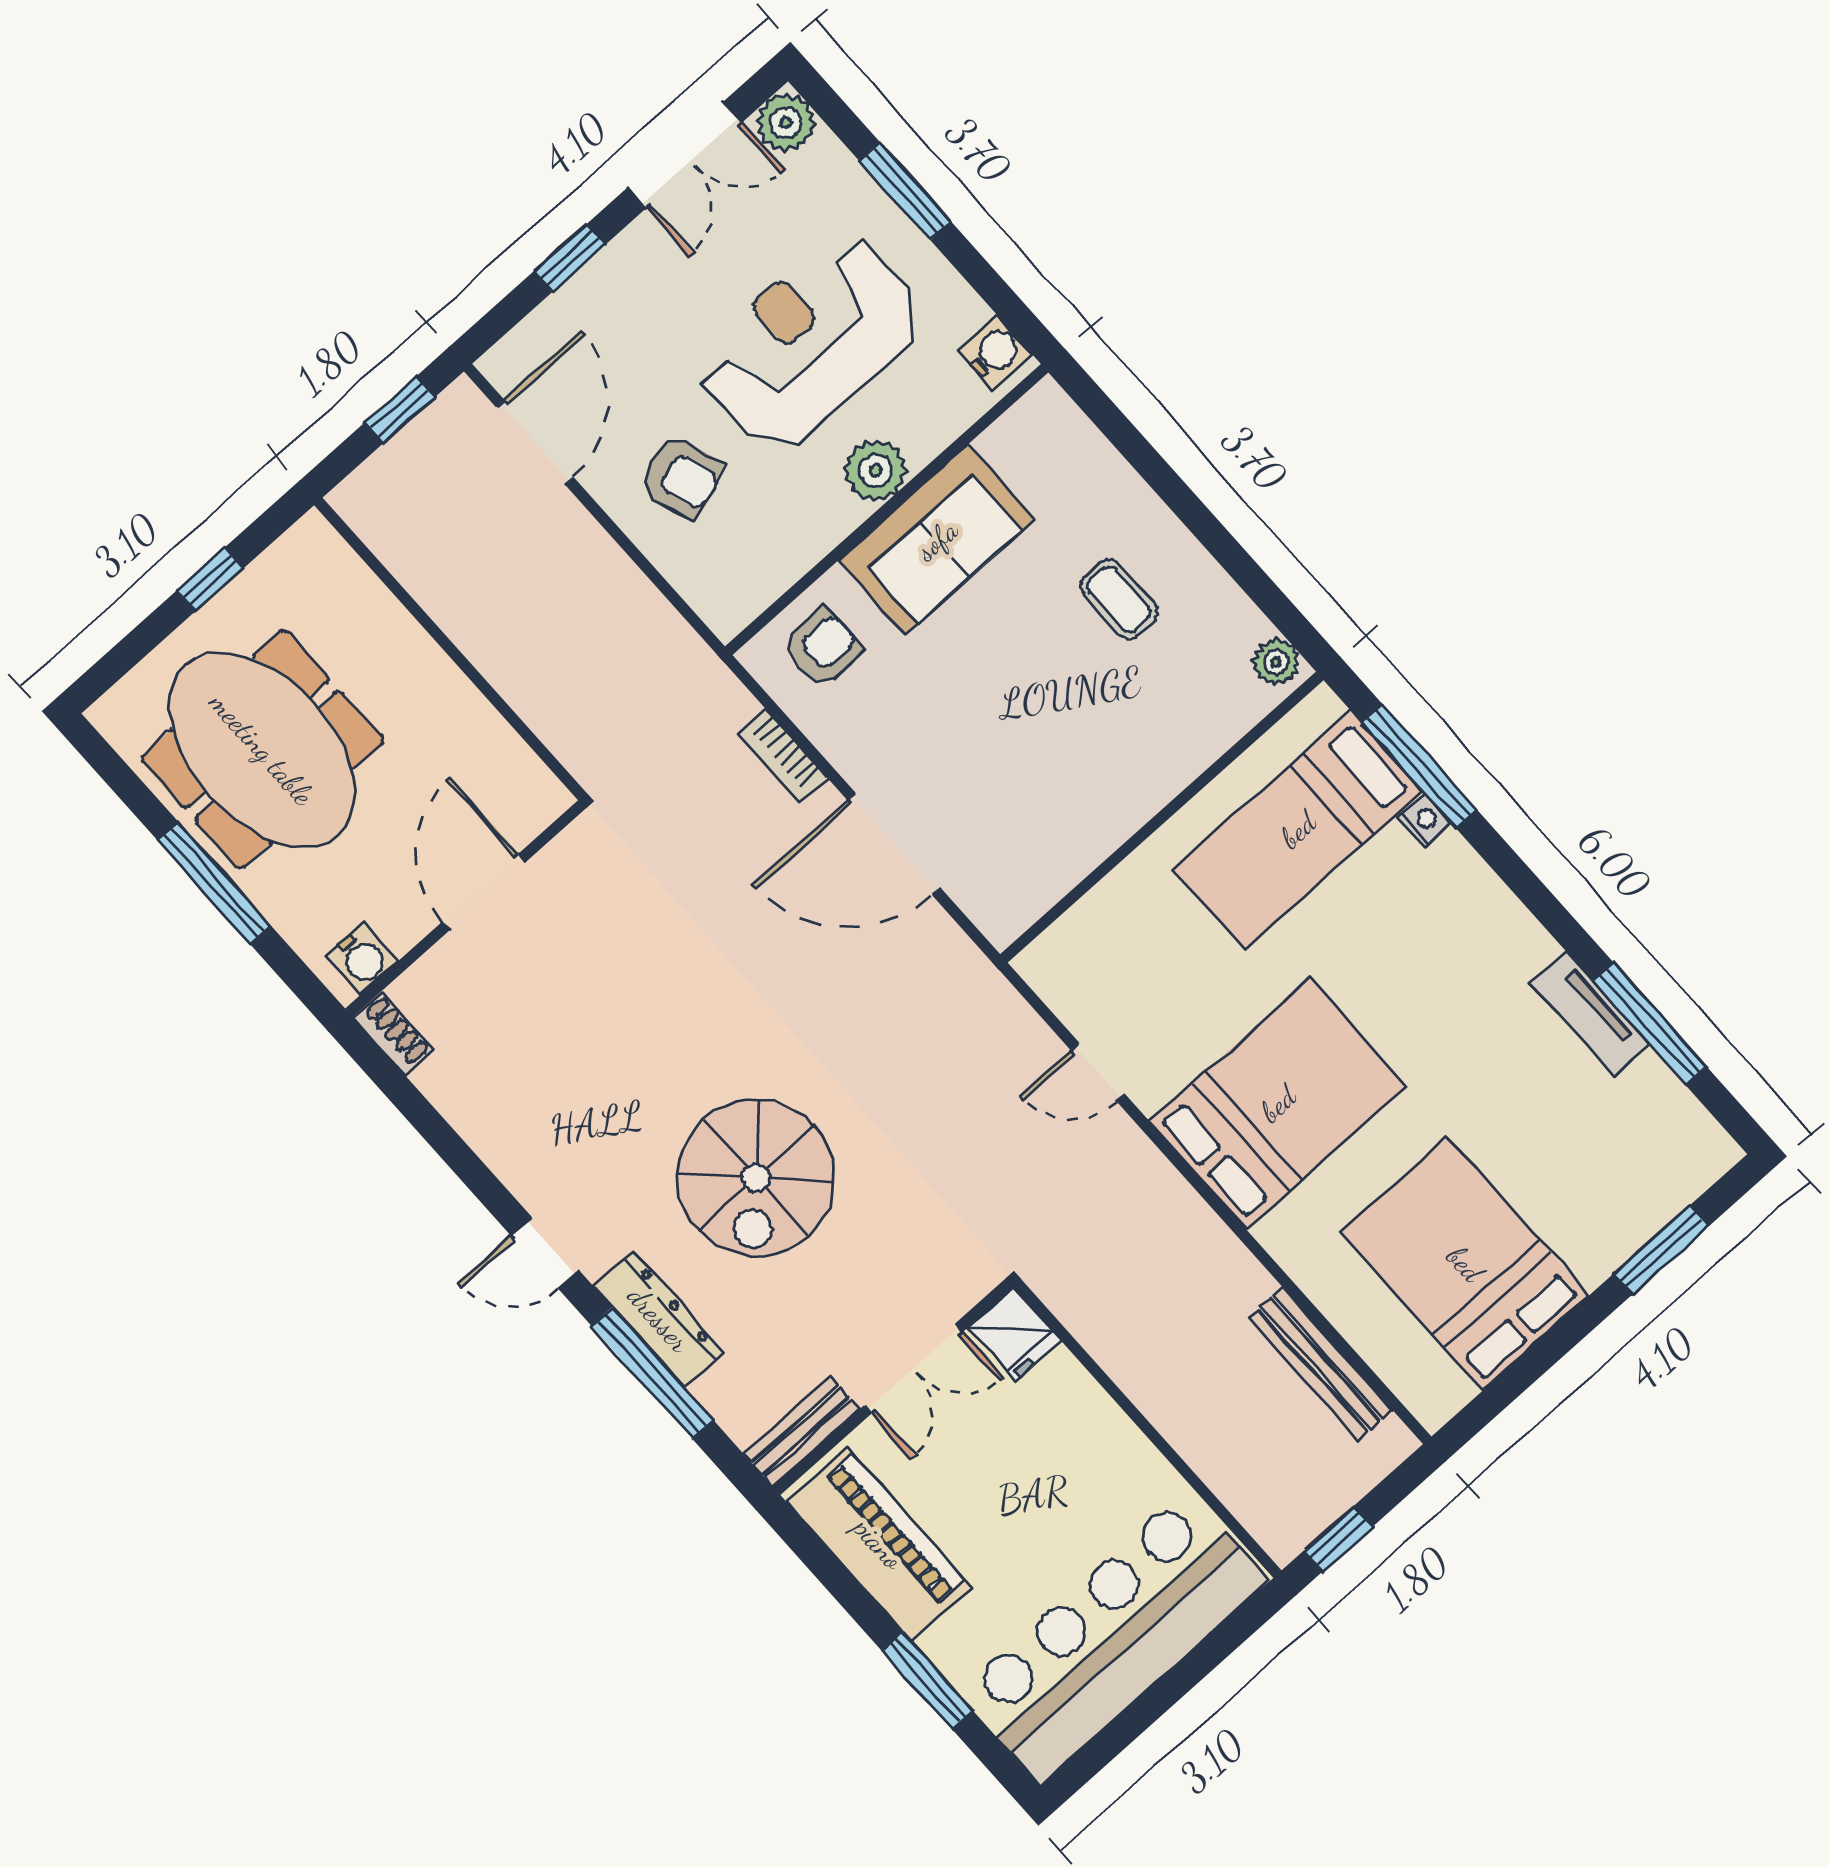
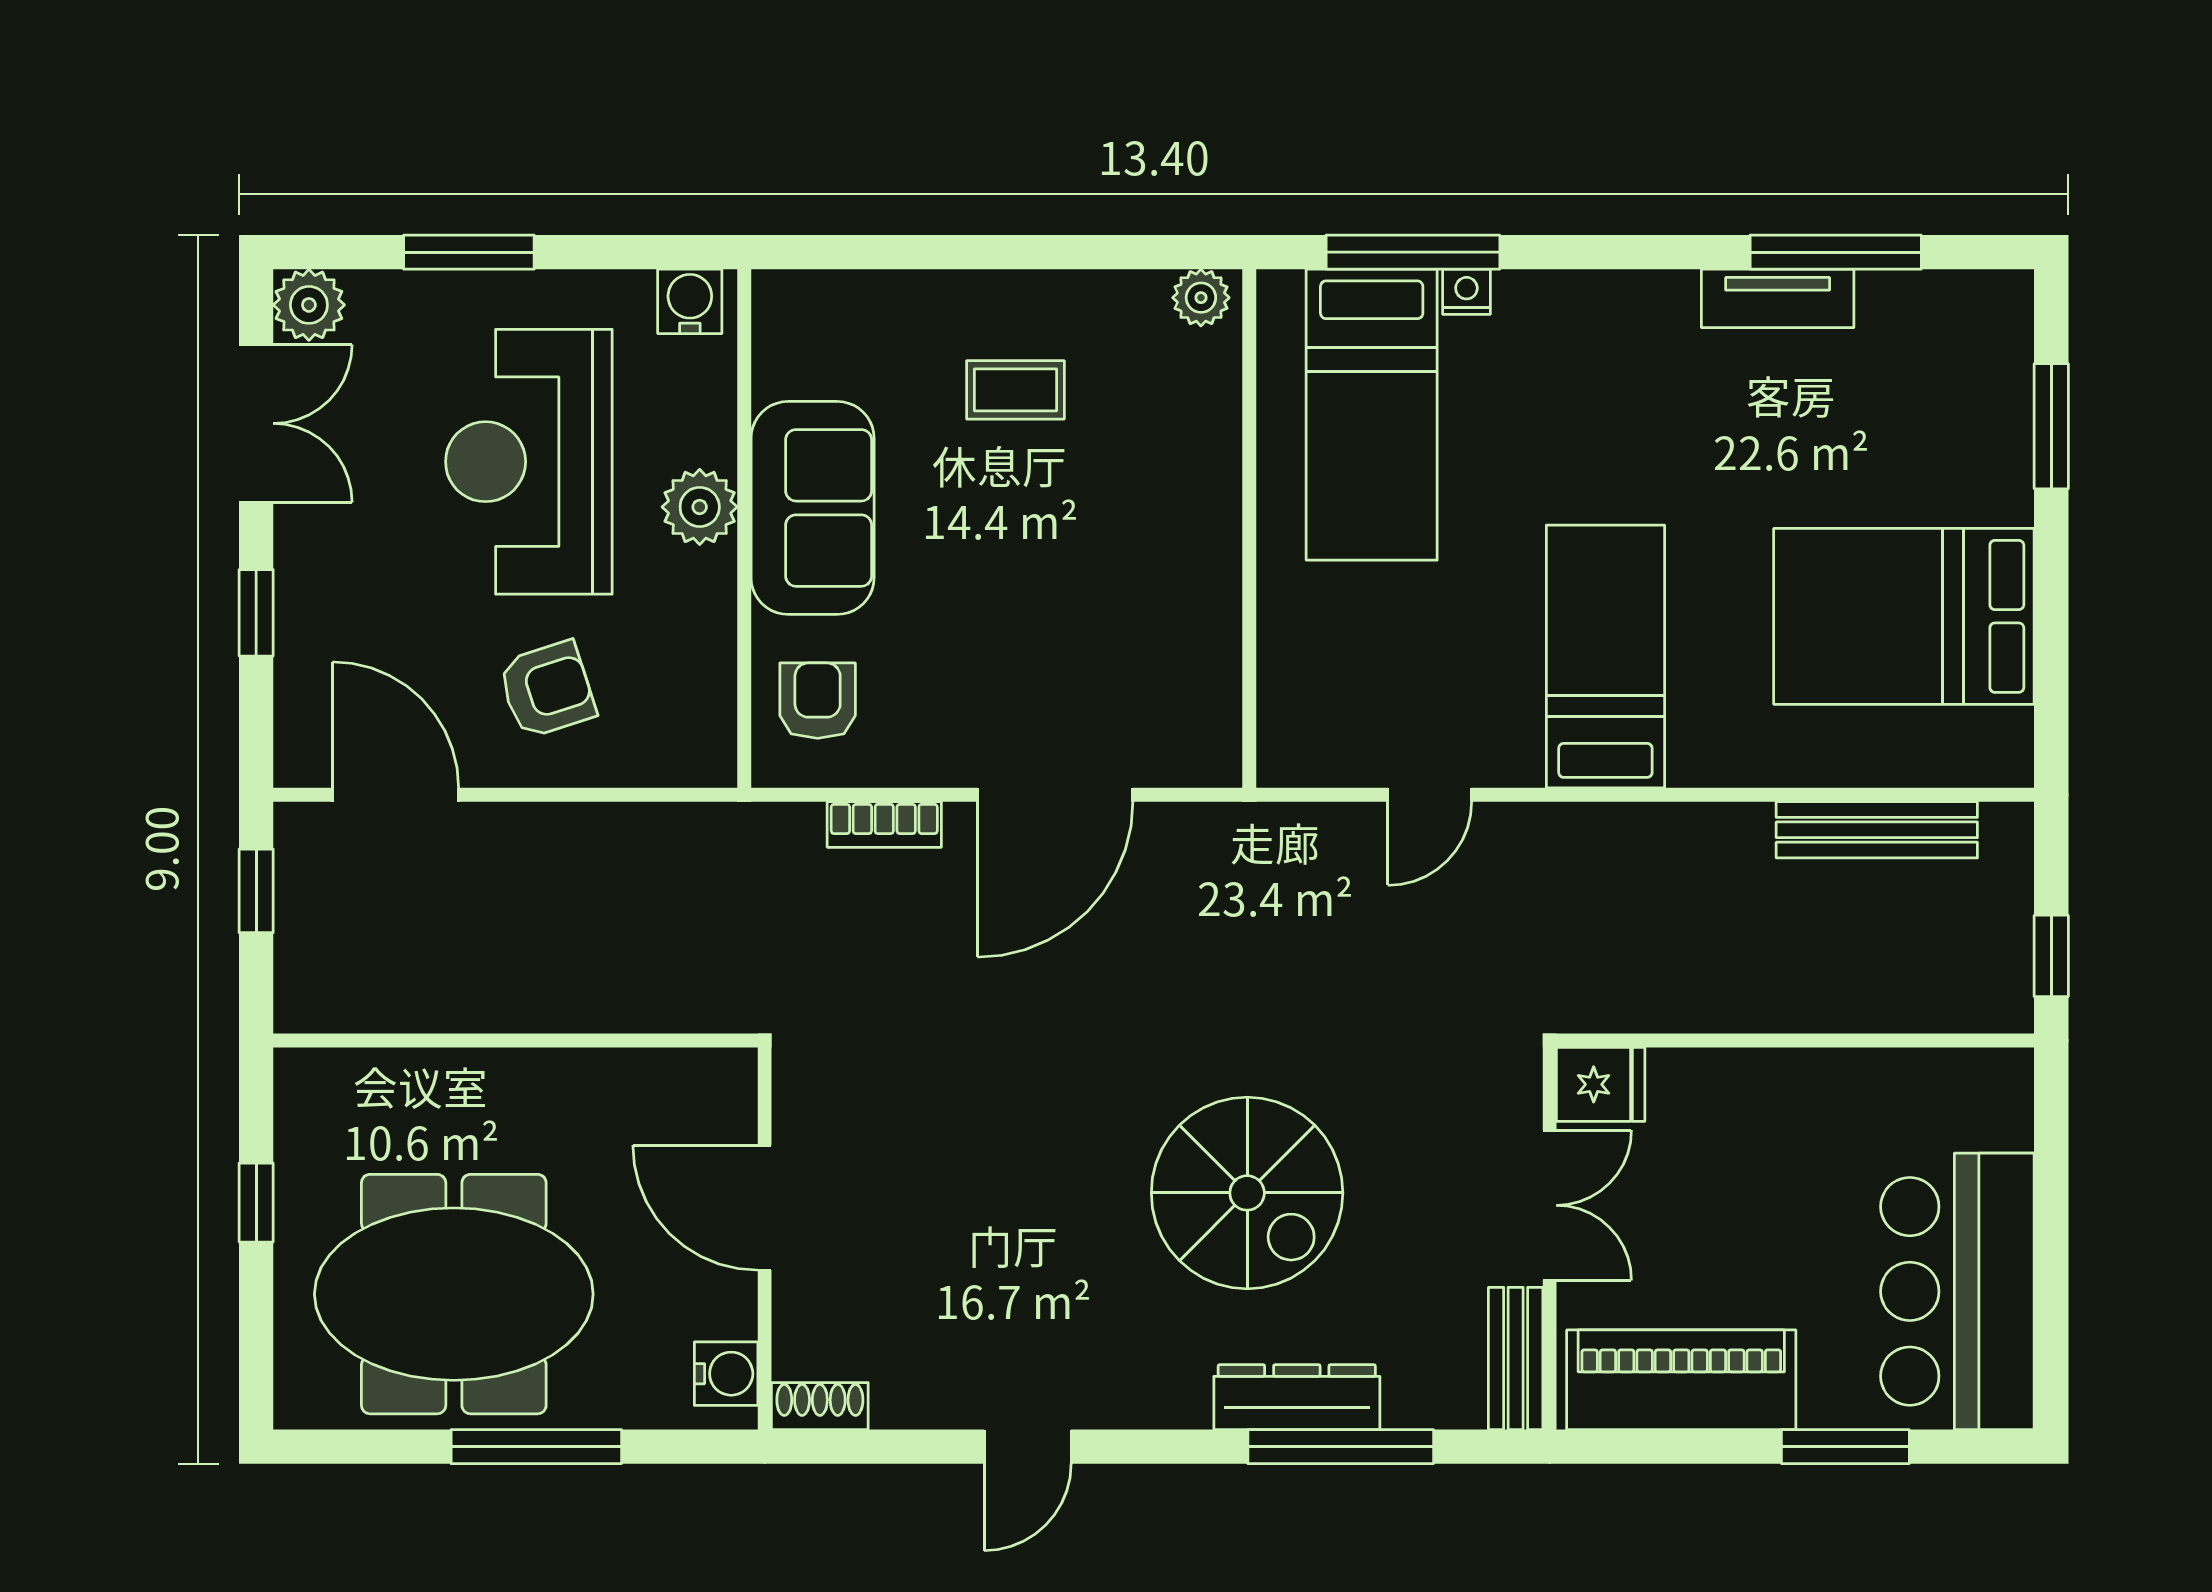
bed: (1278, 1104) -> (1605, 657), width x0.67
door: (545, 1253) -> (1028, 1447), moved
bar counter: (1113, 1637) -> (1957, 1291), width x0.73

